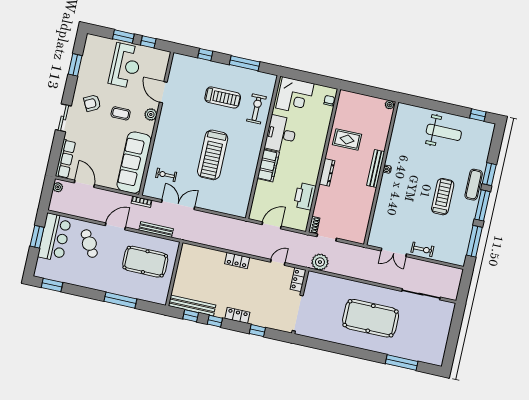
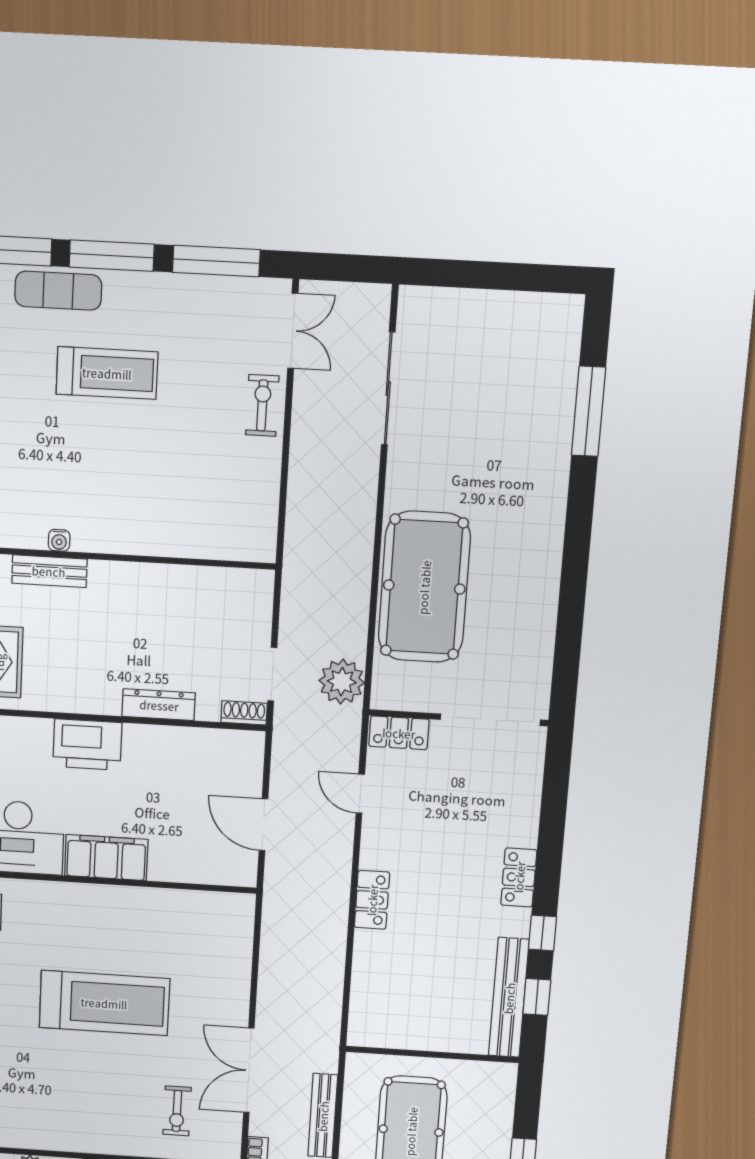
bench: (376, 169) -> (49, 571), width x0.73
dresser: (327, 172) -> (159, 705), moved
printer: (305, 196) -> (87, 744), moved
treadmill: (443, 197) -> (107, 373), turned 180
double door: (394, 252) -> (293, 331), moved
pool table: (371, 318) -> (424, 587), moved
window: (257, 331) -> (553, 819), removed

